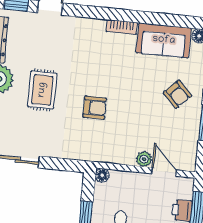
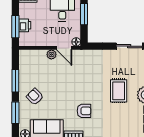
armchair: (95, 108) -> (84, 111), moved, turned 180
door: (164, 172) -> (64, 48), moved

